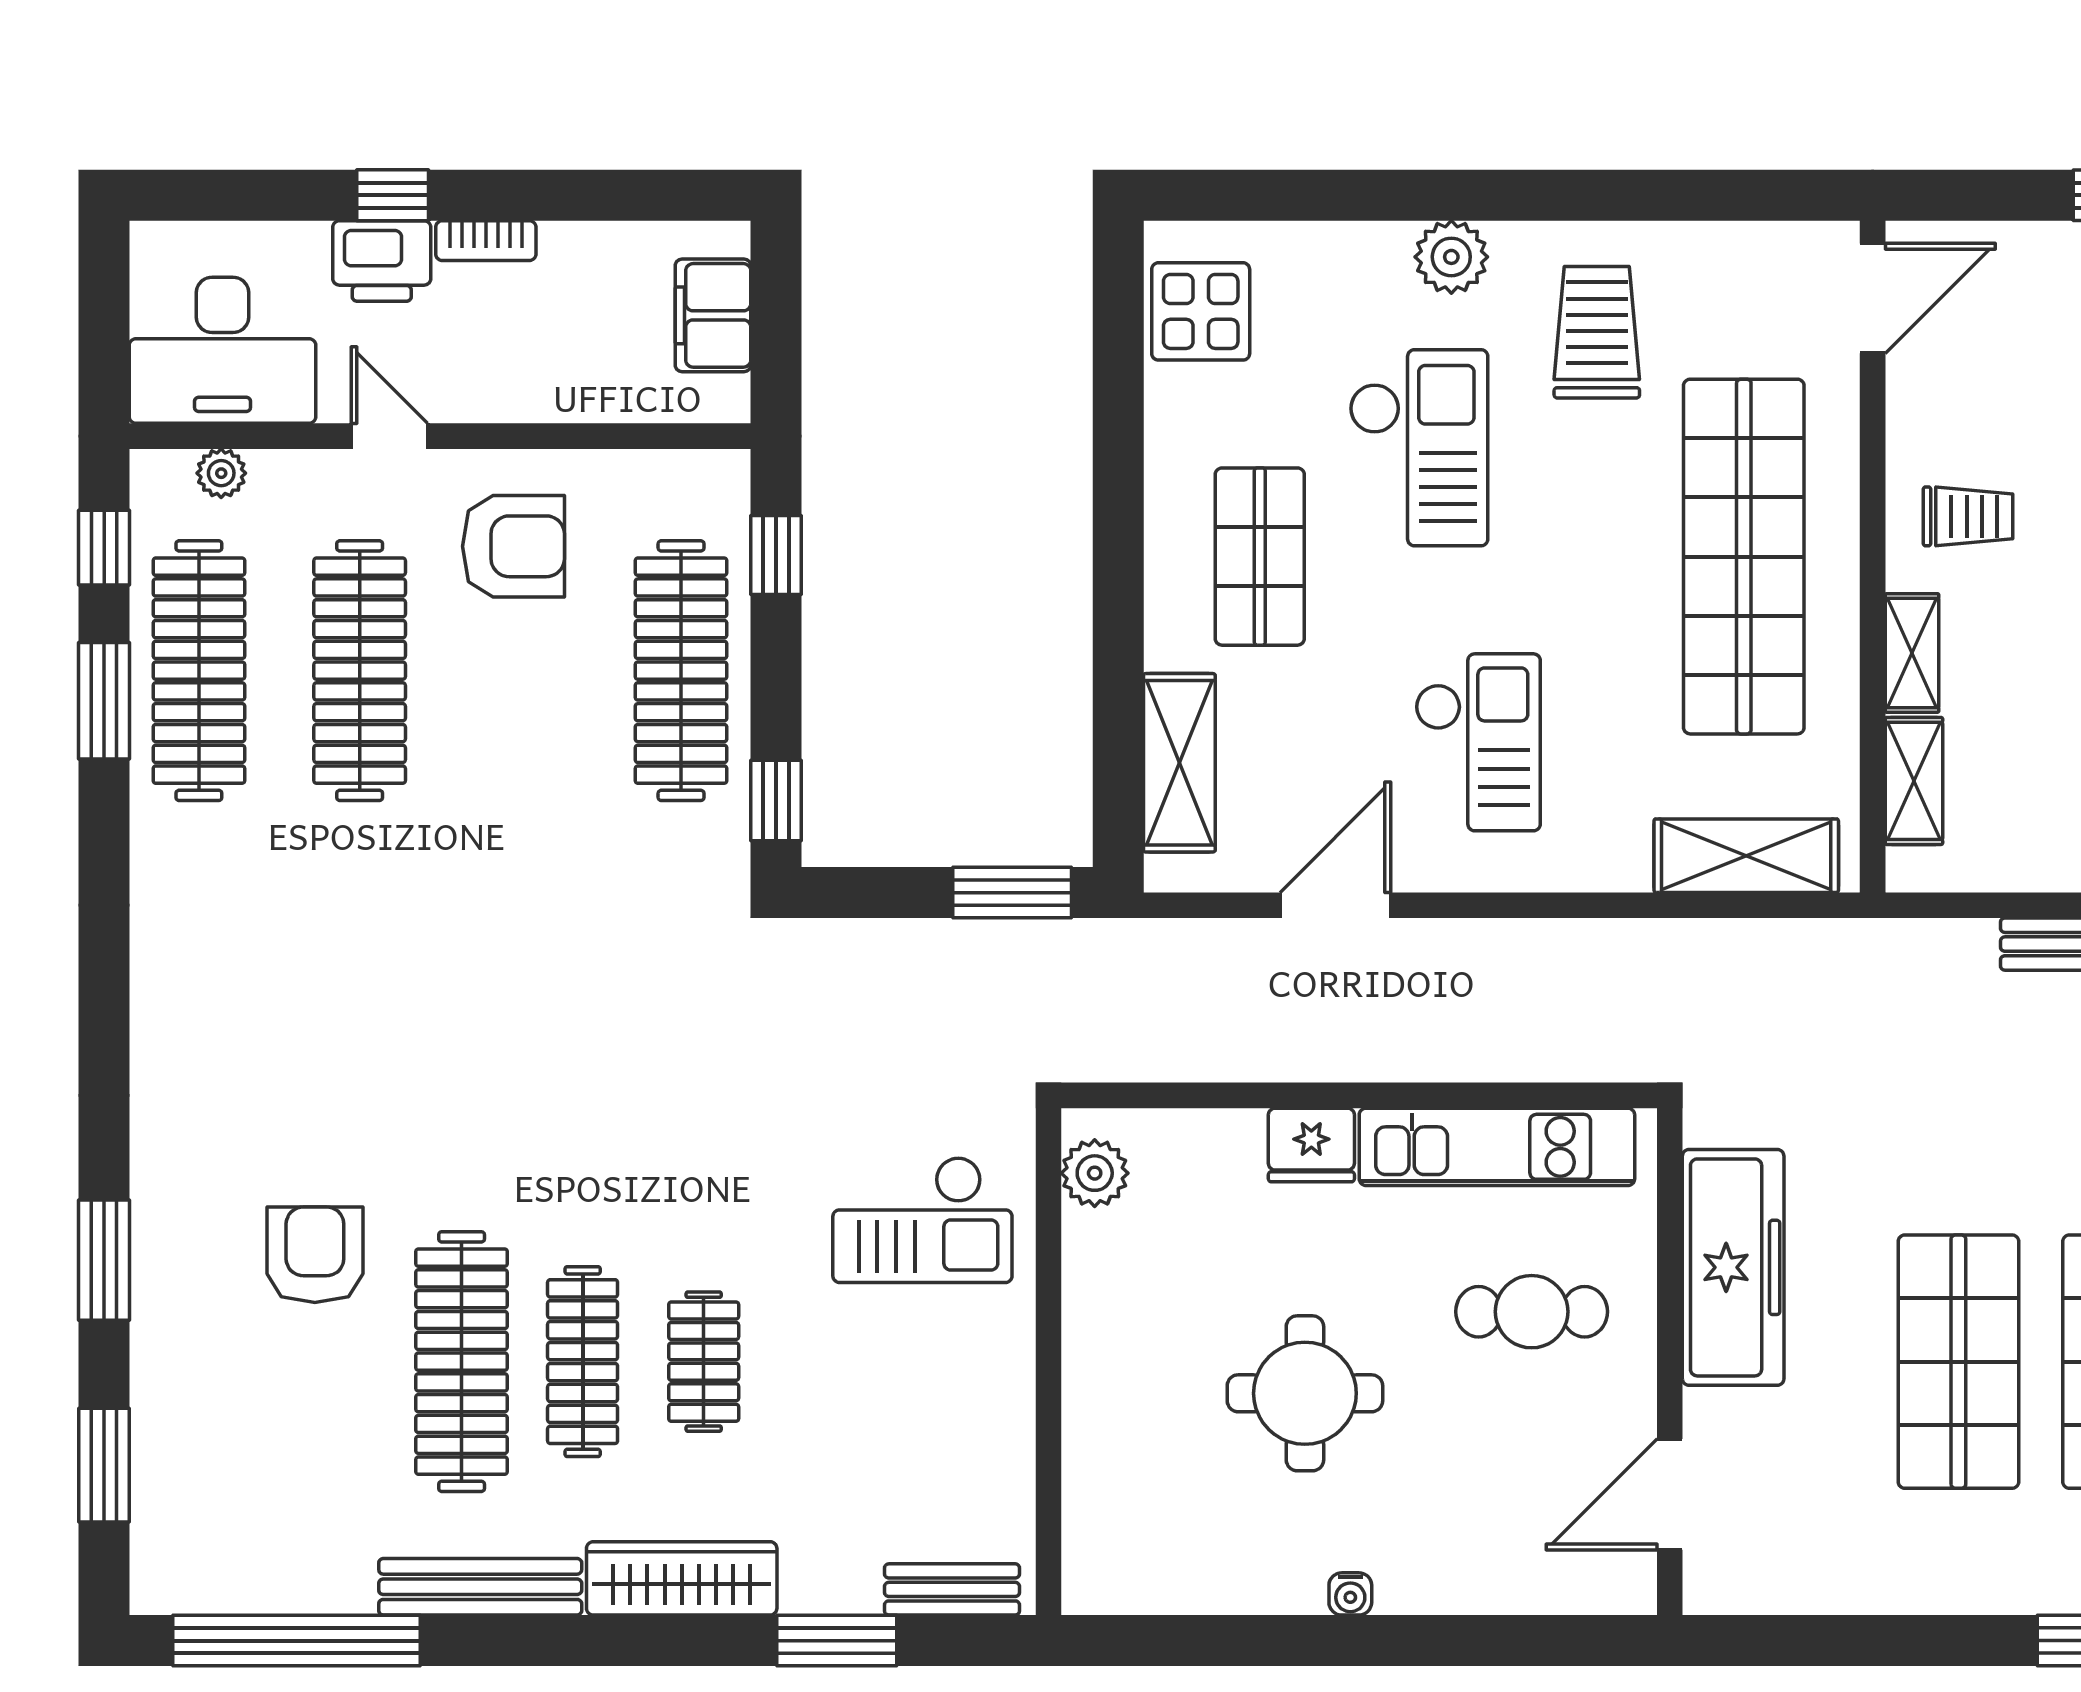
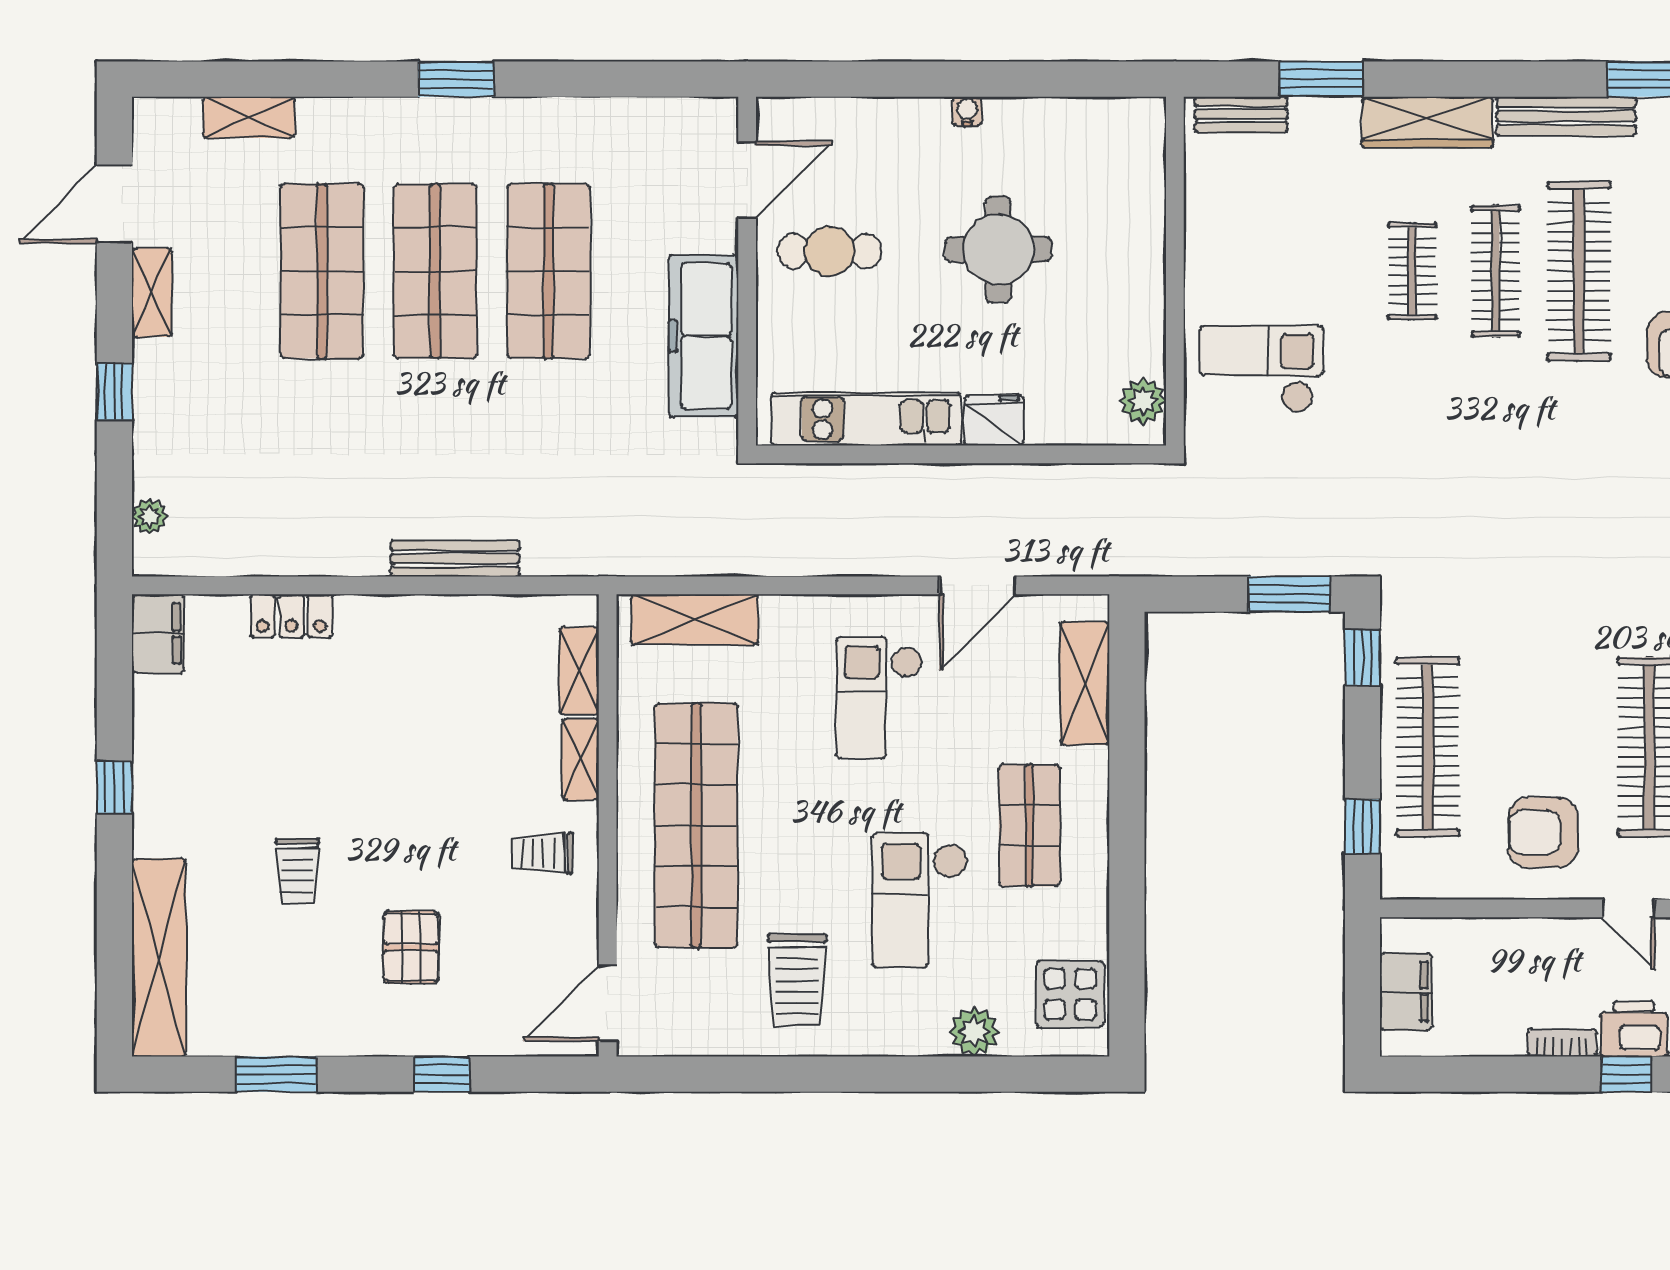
plant: (1451, 257) -> (974, 1032), moved
window: (1012, 893) -> (1289, 594), moved
cafe table: (1532, 1312) -> (829, 251), moved

